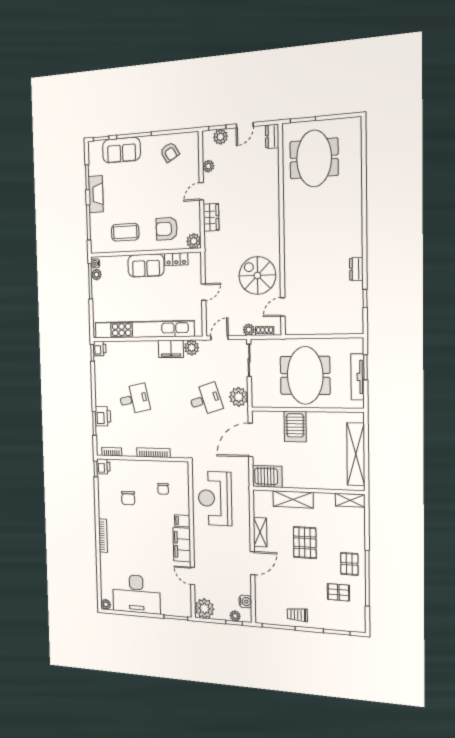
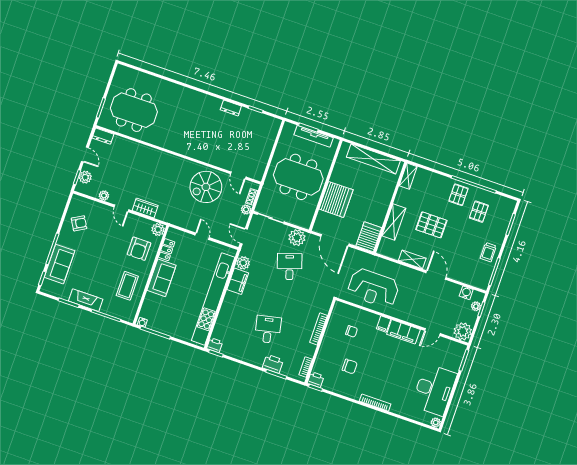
plant: (96, 275) -> (152, 325), removed
server rack: (295, 427) -> (336, 199), width x1.60
pallet: (349, 564) -> (458, 195), turned 90

